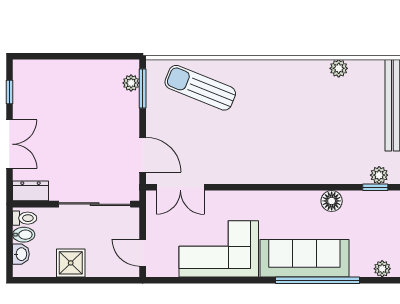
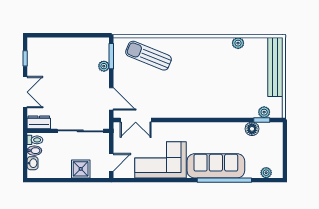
plant: (131, 83) -> (104, 66), moved
floor lamp: (332, 201) -> (252, 129), moved
door: (143, 253) -> (111, 162), swing flipped
shower: (71, 263) -> (81, 169), moved

